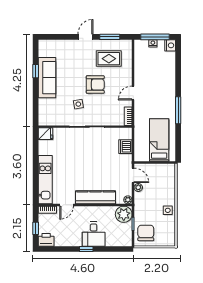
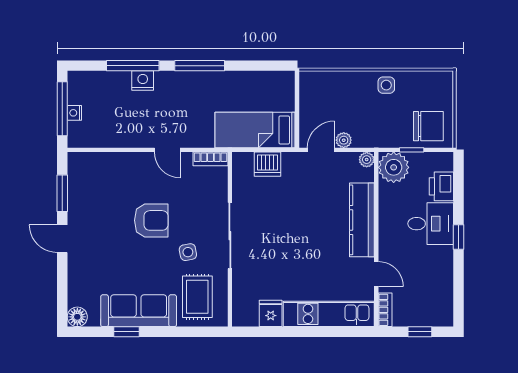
floor lamp: (44, 45) -> (77, 317), added
nightstand: (170, 45) -> (143, 81), moved
rug: (109, 59) -> (197, 297), moved
window: (178, 75) -> (133, 66), added
armchair: (95, 85) -> (151, 220), turned 90
fridge: (45, 134) -> (271, 313), moved
bed: (159, 140) -> (255, 130), moved
chair: (146, 233) -> (428, 126), turned 180
printer: (46, 240) -> (441, 186), moved

